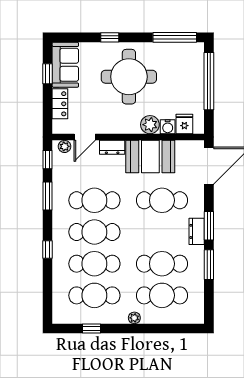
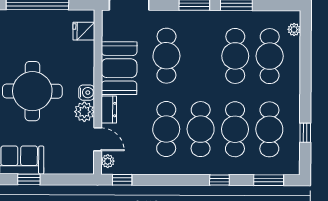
locker: (60, 104) -> (61, 166), removed
plant: (150, 125) -> (84, 112), moved
water cooler: (168, 127) -> (87, 93), moved
window: (47, 196) -> (269, 180), moved
dresser: (197, 231) -> (200, 18), removed
plant: (134, 318) -> (294, 30), moved

